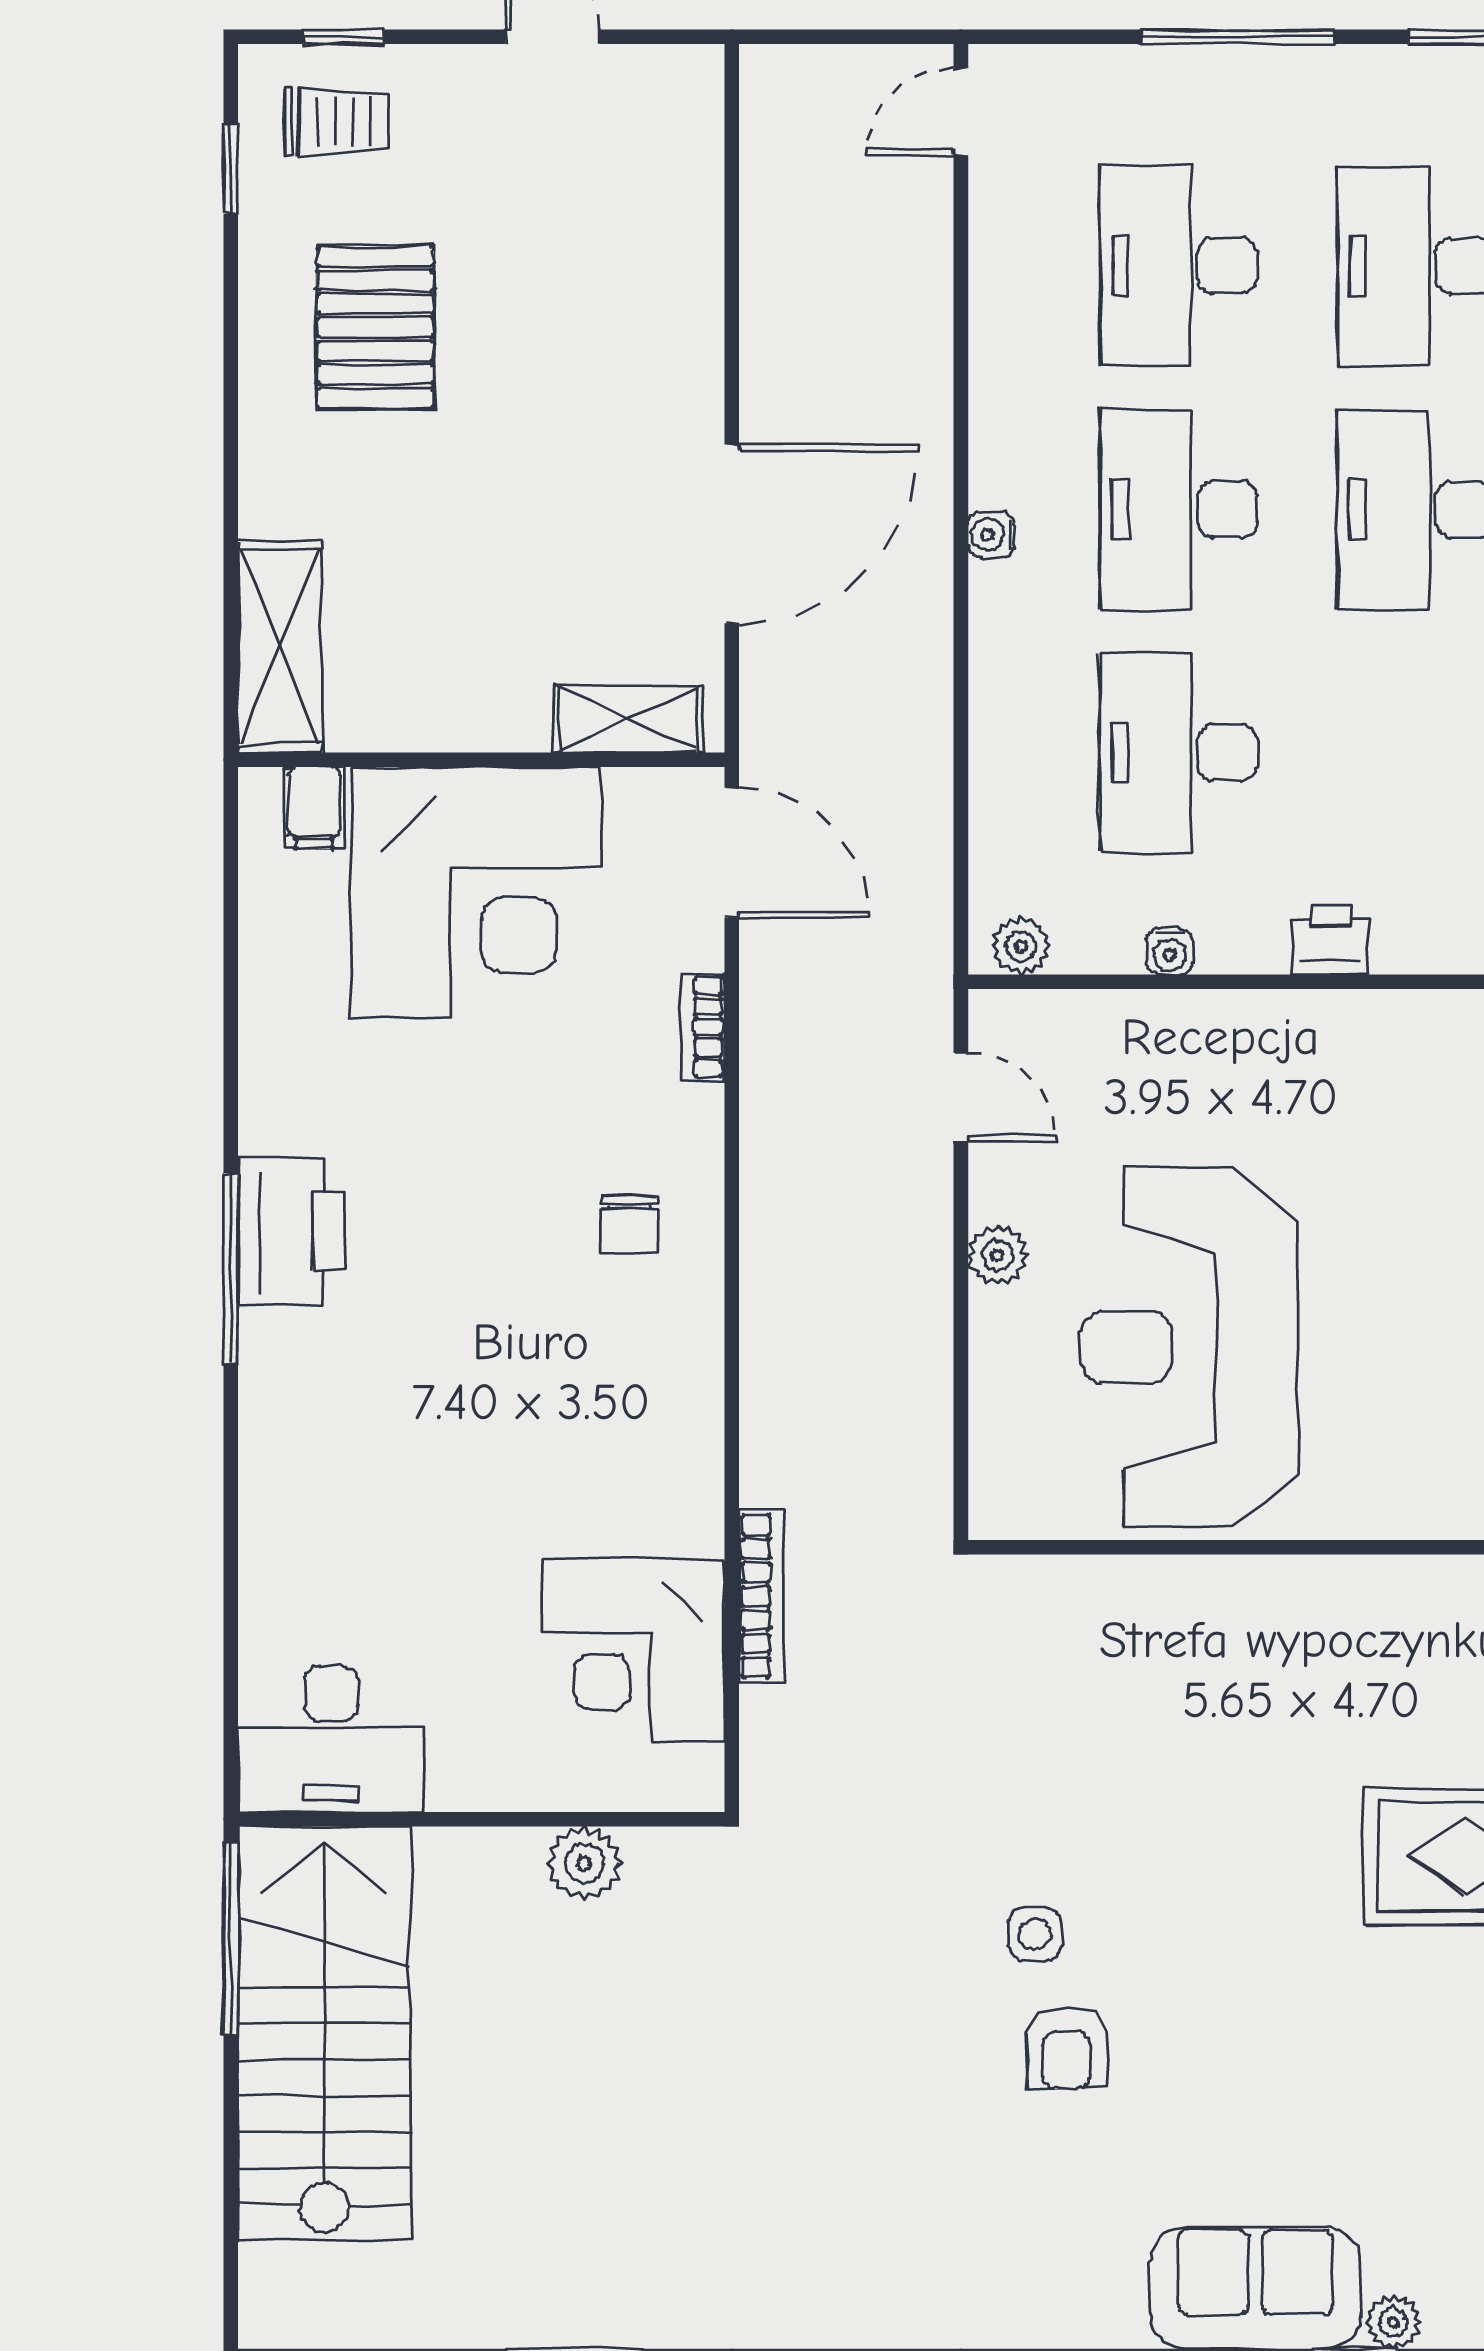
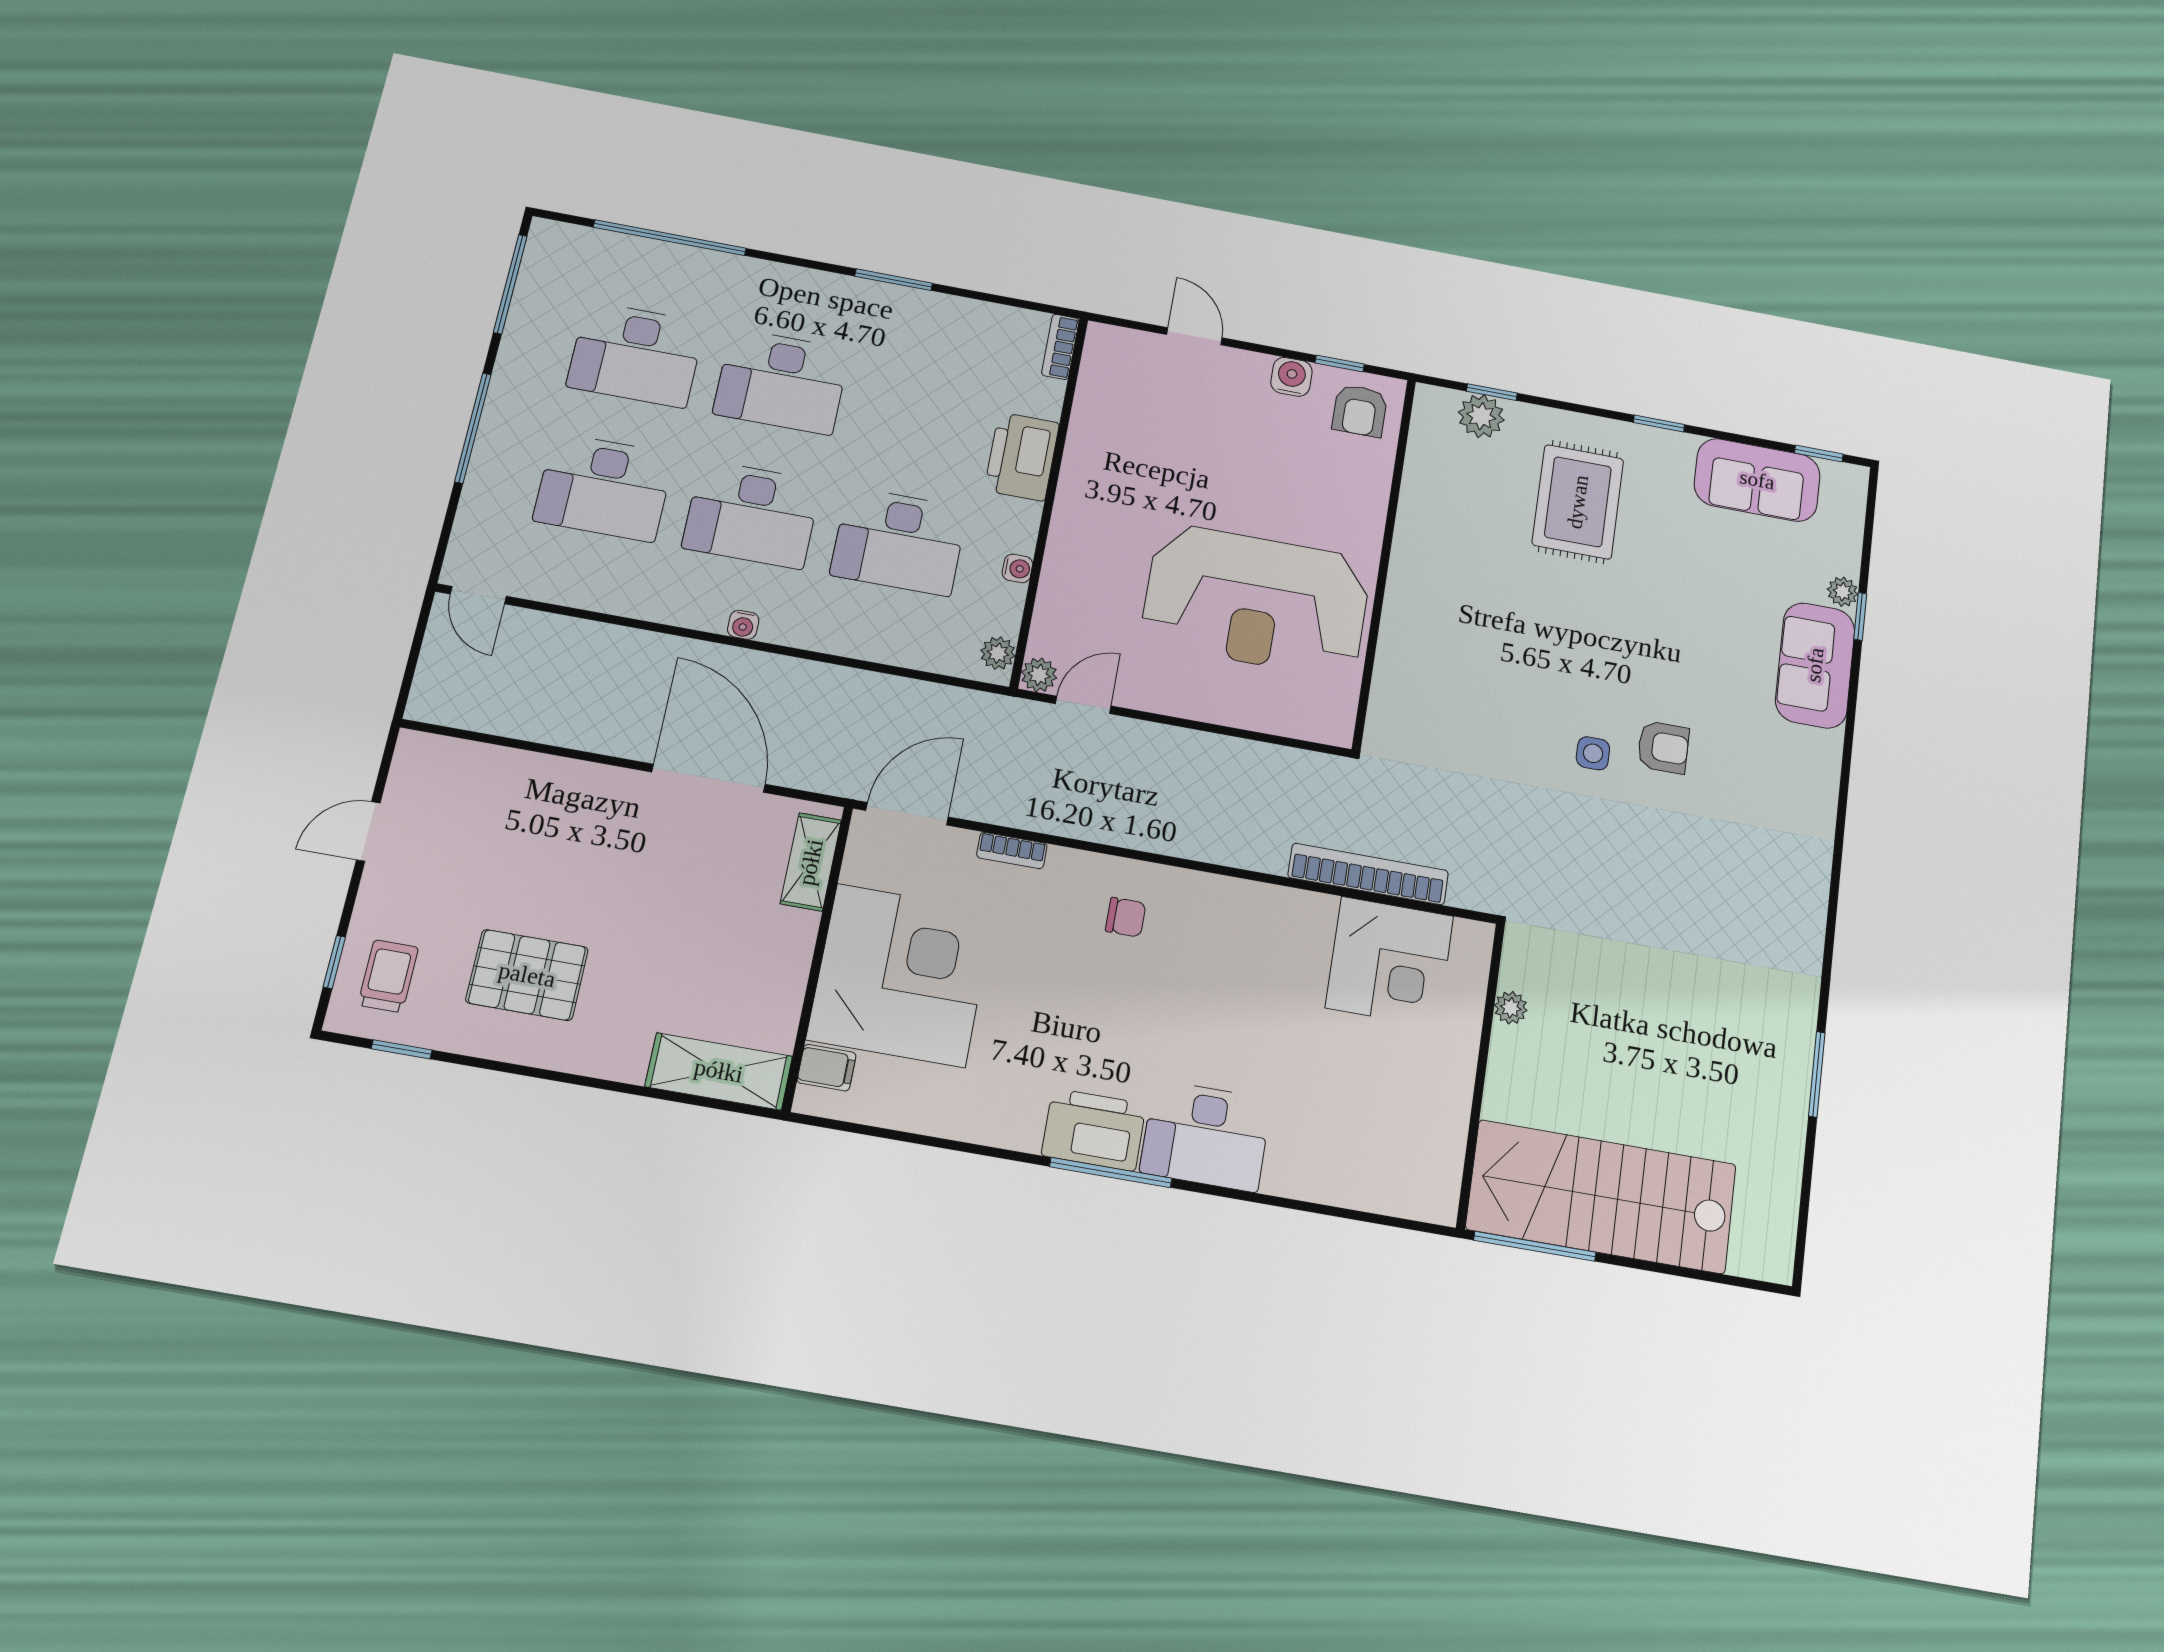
printer: (1330, 940) -> (1022, 457), width x1.87, depth x1.48
plant: (997, 1255) -> (1039, 675), moved
bookcase: (761, 1596) -> (1368, 874), width x1.48, depth x1.31
desk: (331, 1739) -> (1206, 1136), moved, turned 90
plant: (584, 1863) -> (1511, 1008), width x0.73, depth x0.73

